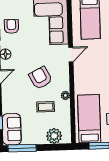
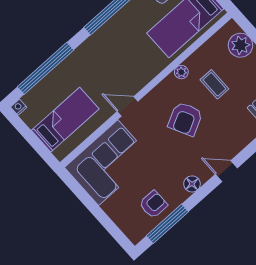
armchair: (11, 26) -> (153, 204), turned 180

